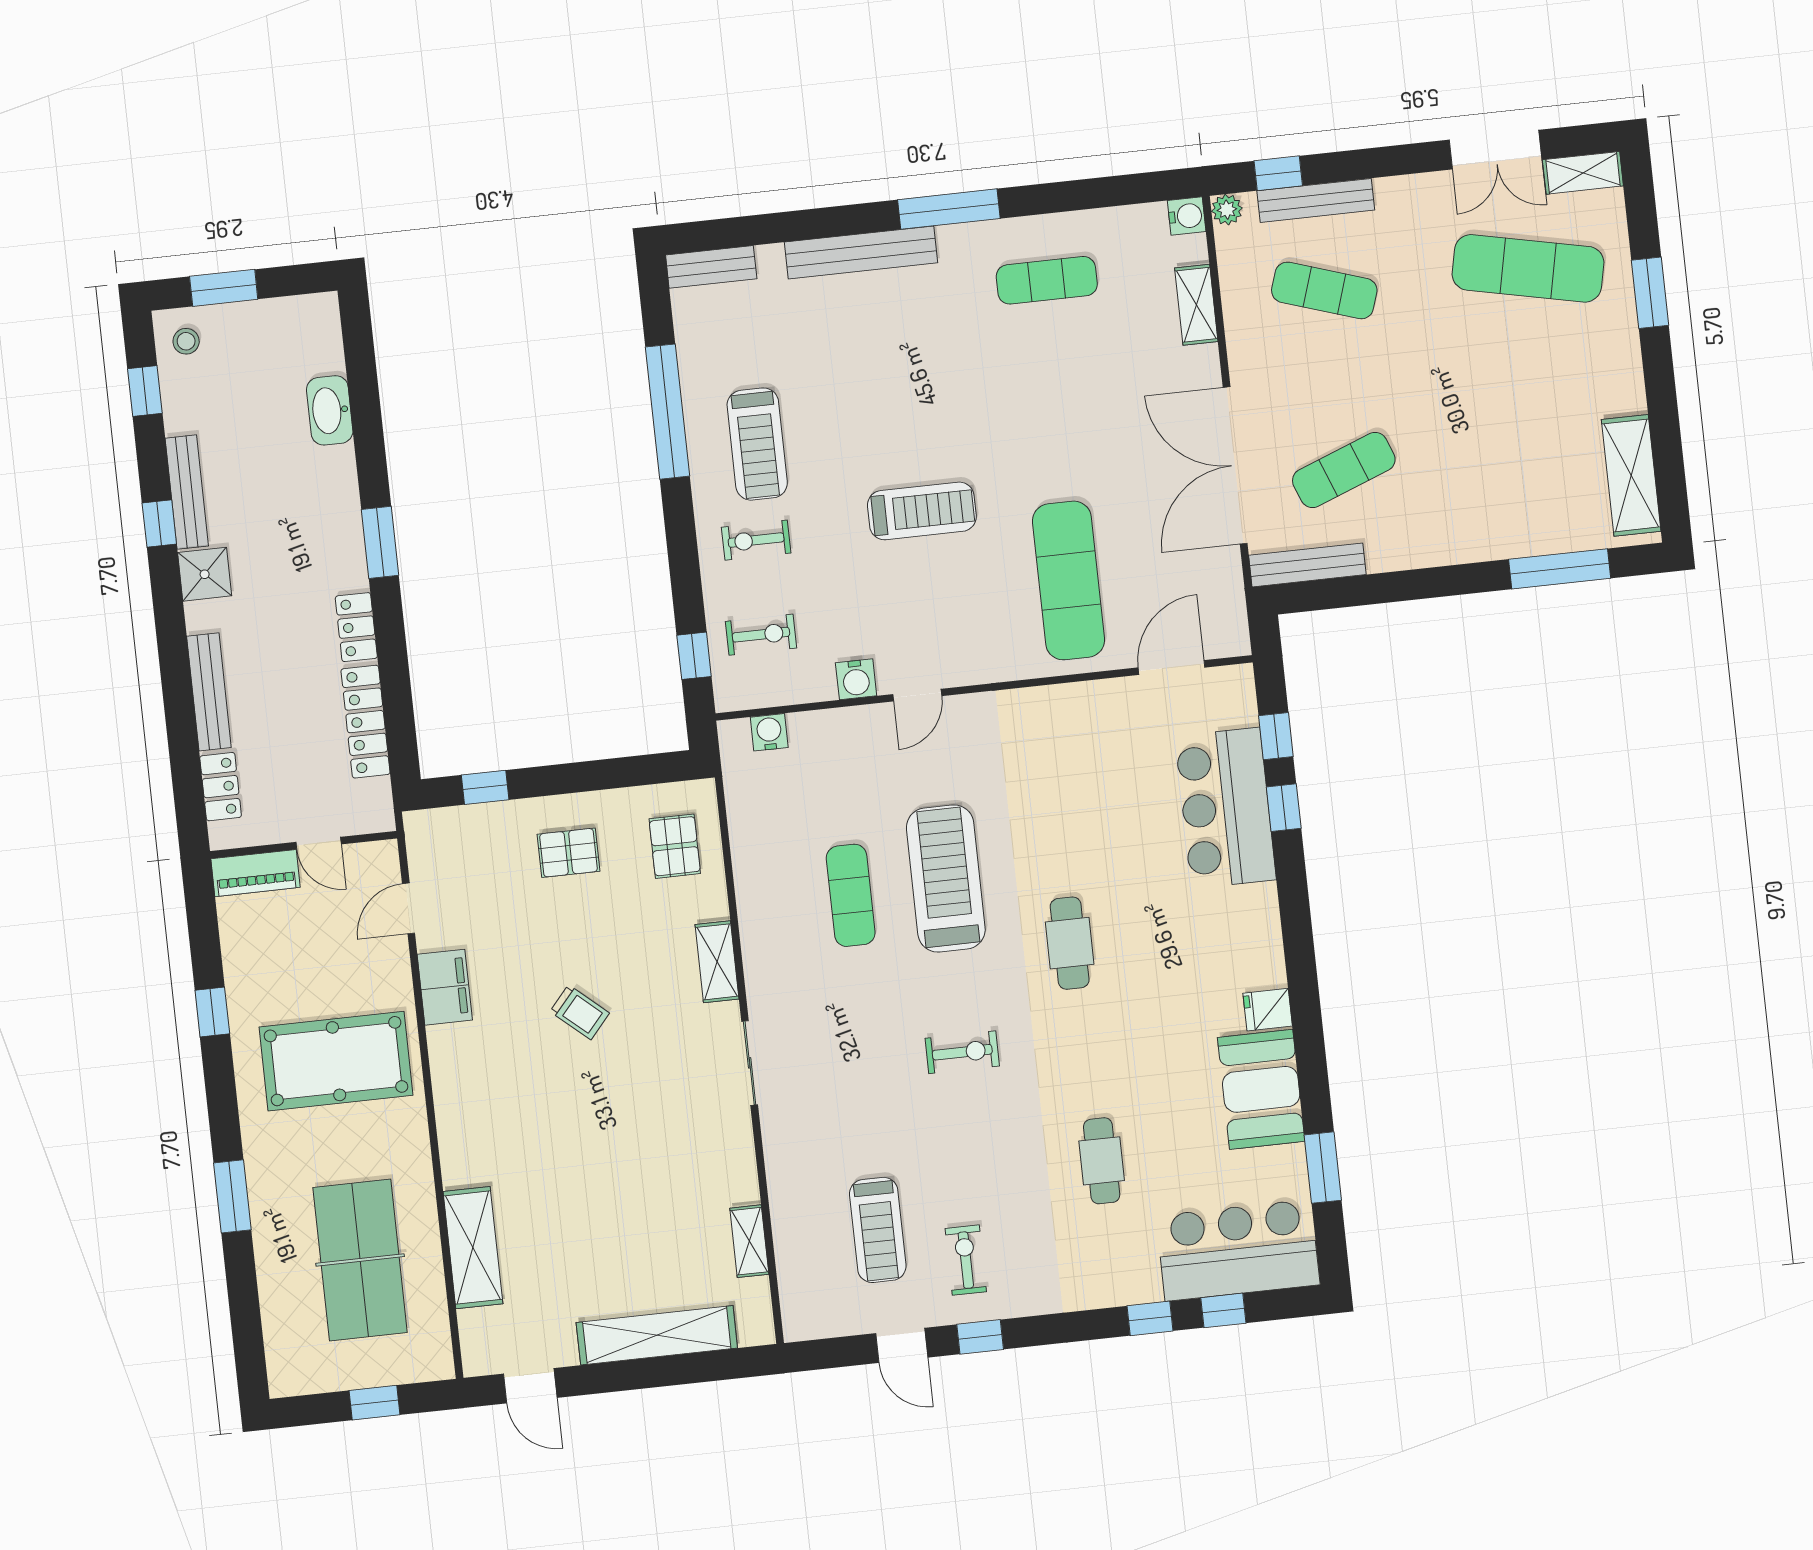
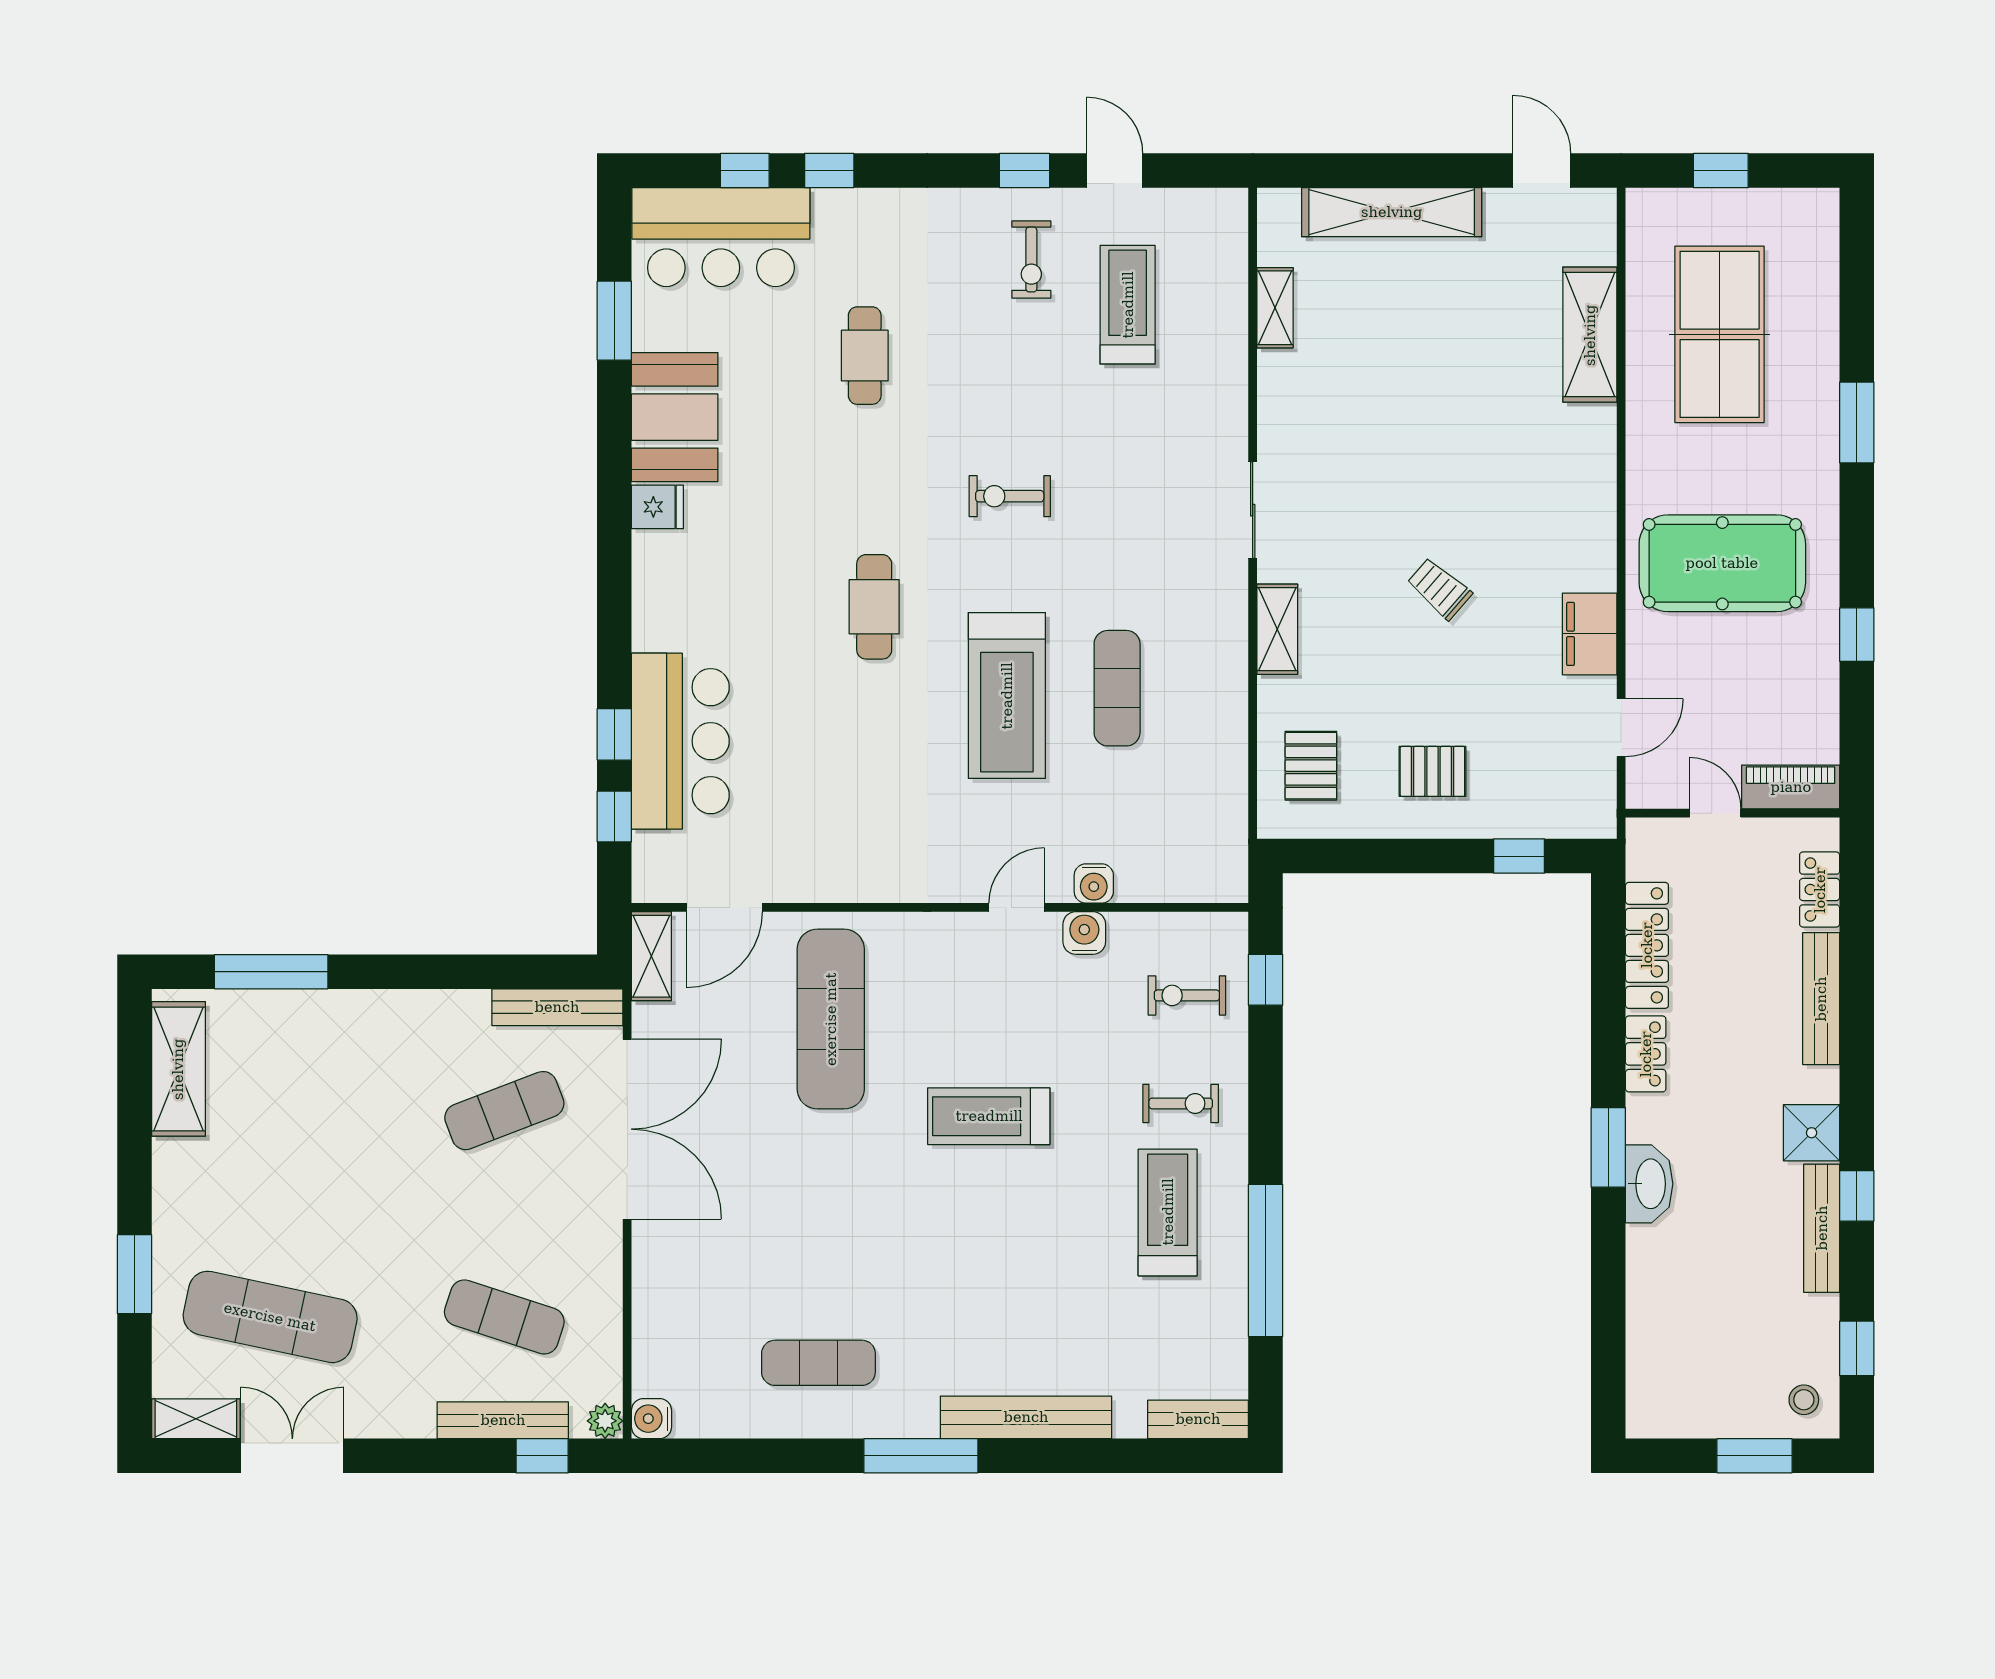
shelving: (1196, 305) -> (651, 956), moved
washbasin: (330, 410) -> (1649, 1184), moved
water cooler: (769, 732) -> (1094, 883), moved

